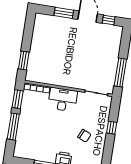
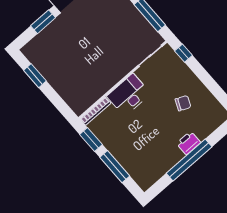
window: (24, 60) -> (35, 76), moved
window: (112, 128) -> (183, 53), moved

